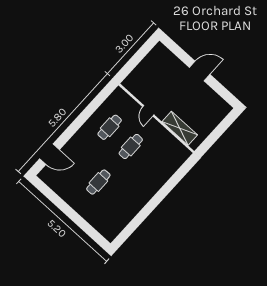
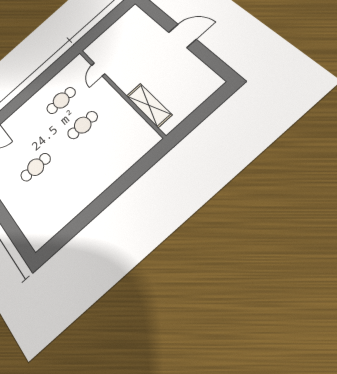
door: (148, 111) -> (98, 69), moved

